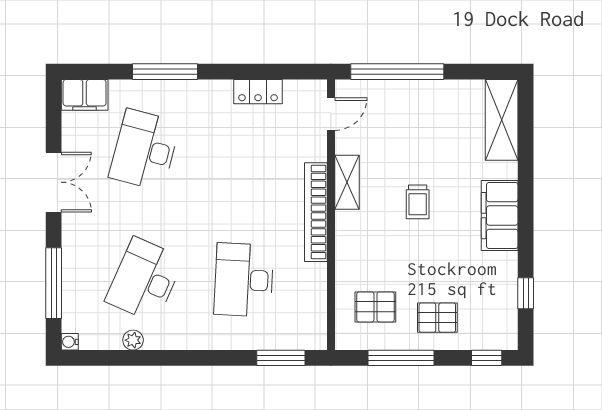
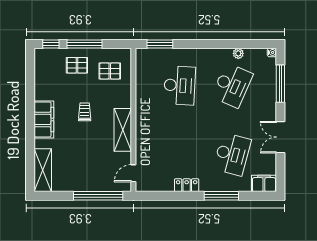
locker: (258, 92) -> (187, 185), moved
shelving: (347, 182) -> (123, 130), width x1.50, depth x1.33
trolley: (418, 202) -> (85, 112), moved
bookcase: (316, 212) -> (141, 121), removed
window: (526, 293) -> (30, 78), removed
window: (401, 358) -> (84, 44), moved

